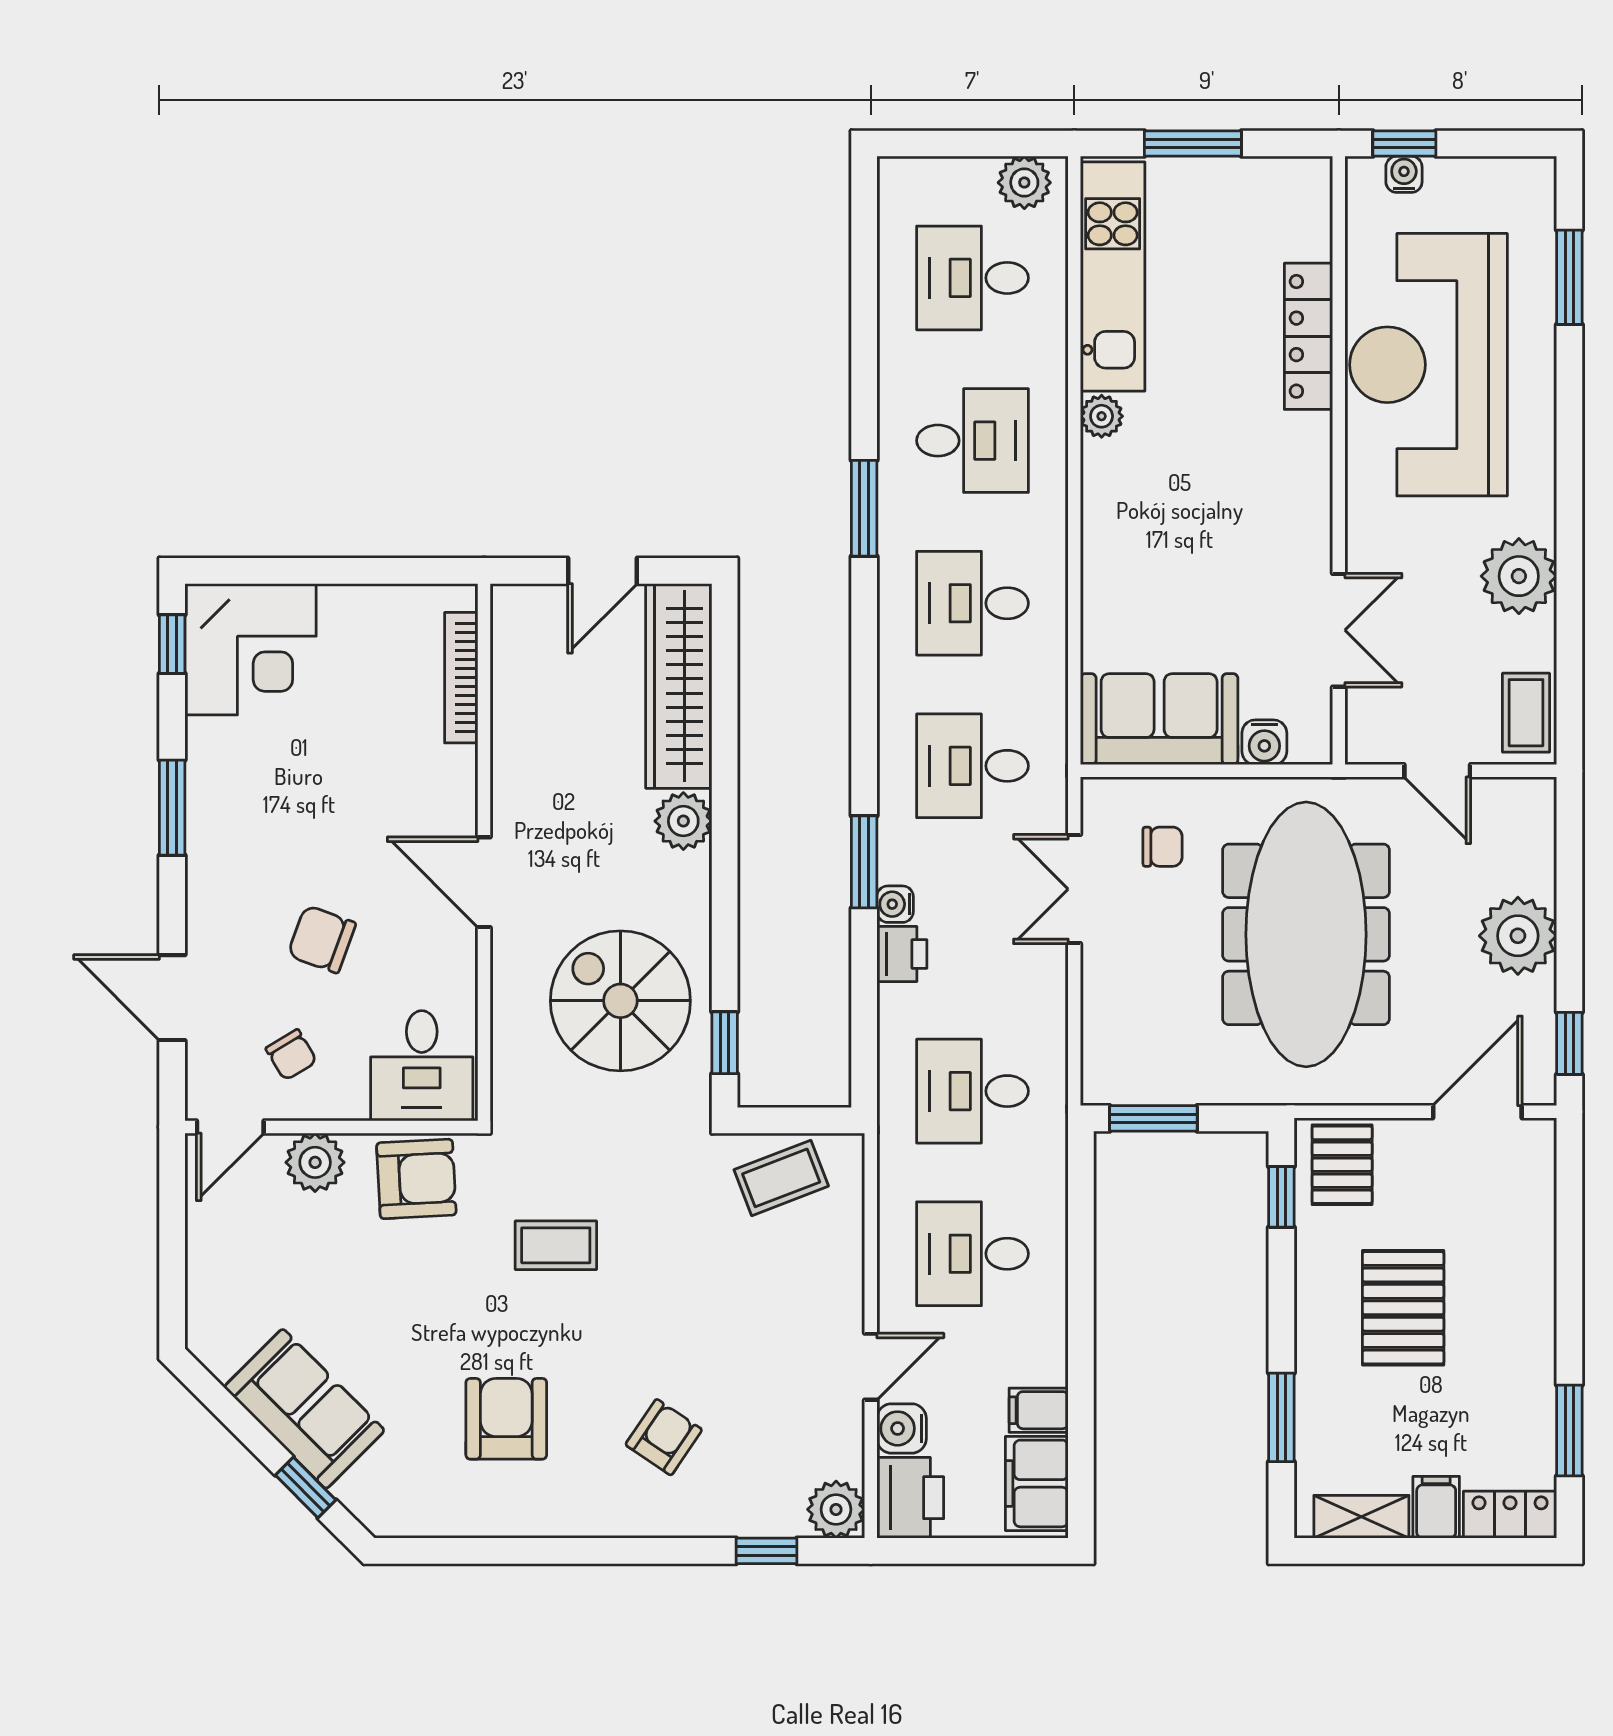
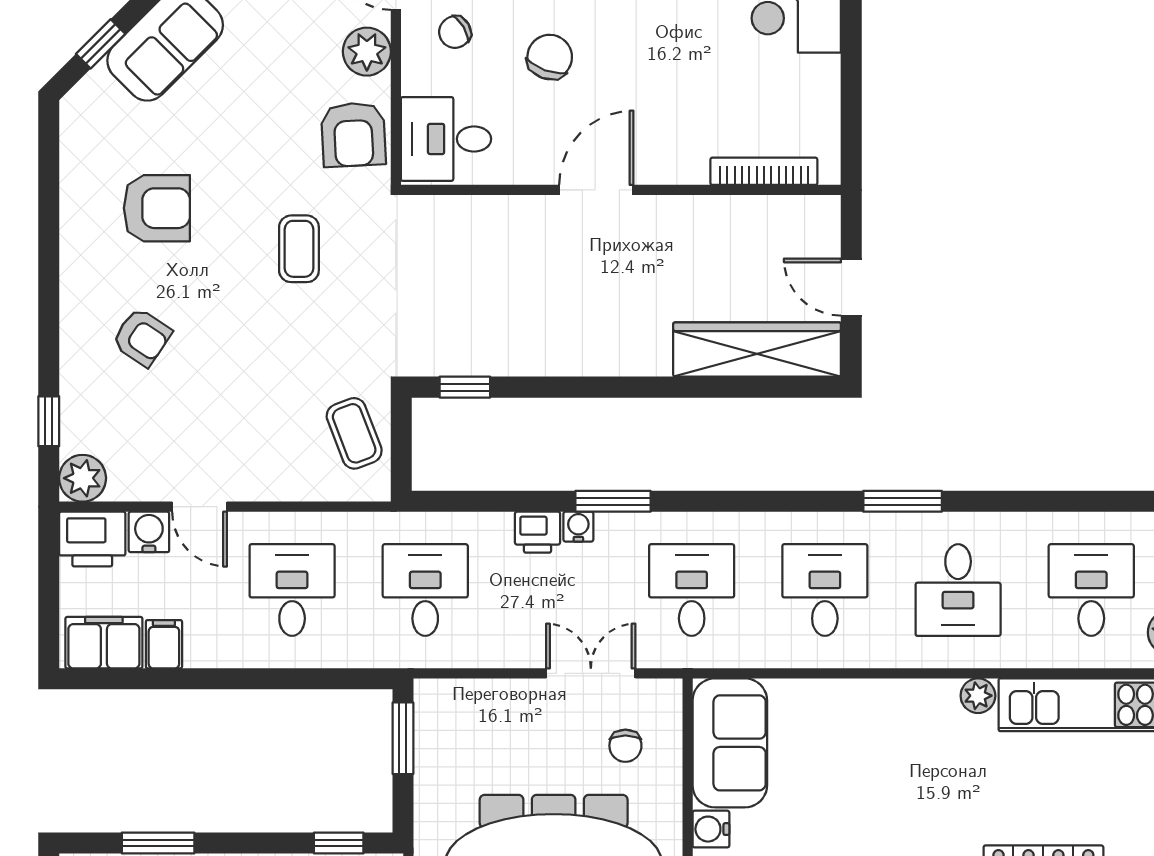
plant: (683, 821) -> (646, 353), removed
spiral stairs: (620, 1001) -> (499, 302), removed

